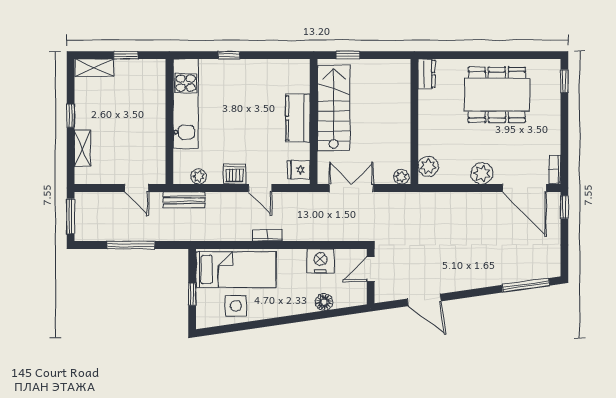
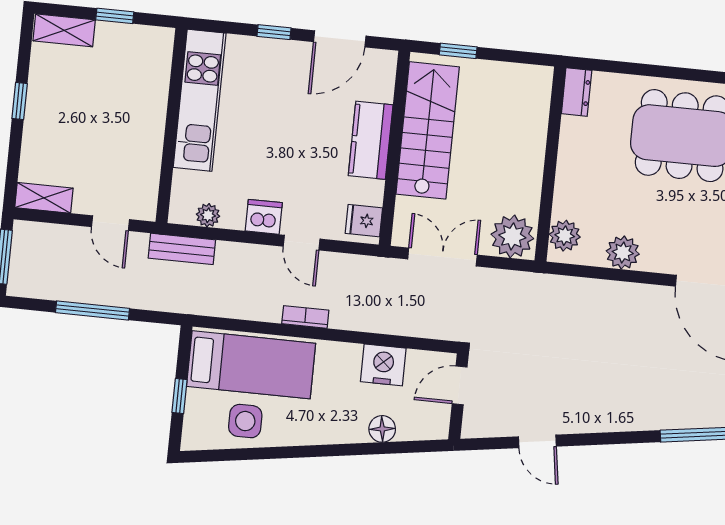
door: (271, 55) -> (340, 39), added
shelving: (83, 148) -> (44, 198), moved, turned 90
plant: (482, 173) -> (623, 252), moved
plant: (401, 177) -> (512, 236), width x1.87, depth x1.87
door: (424, 300) -> (537, 441), width x0.73

